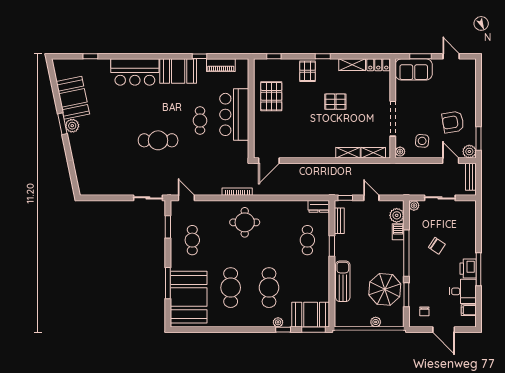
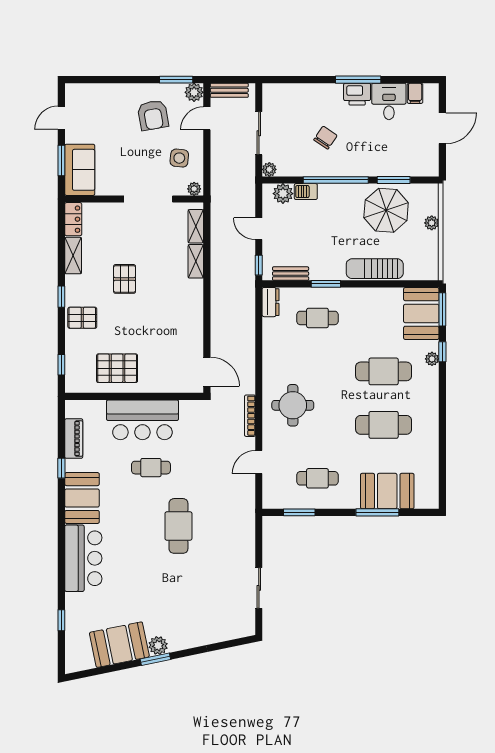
sliding door: (148, 198) -> (259, 588), moved
door: (186, 198) -> (259, 462), moved
door: (371, 198) -> (259, 229), hinge flipped
booth: (189, 297) -> (387, 491), width x0.73, depth x0.70
chair: (424, 311) -> (417, 155), removed

